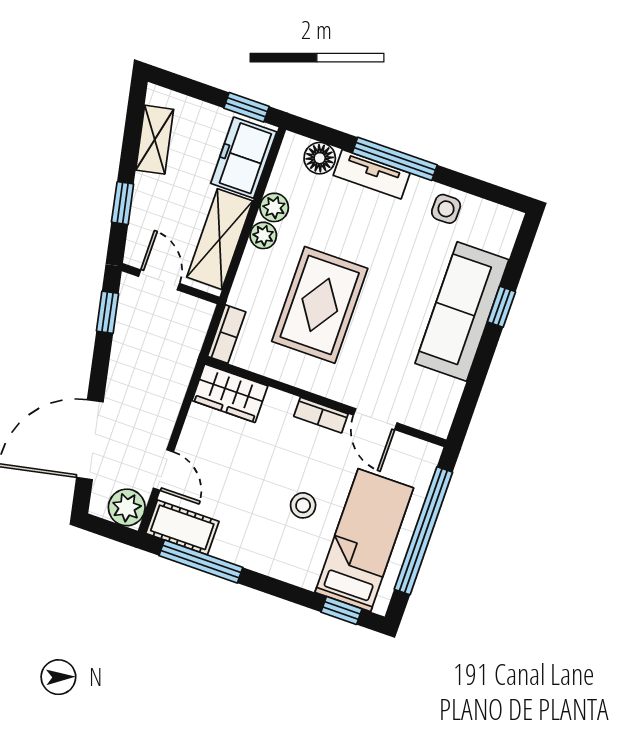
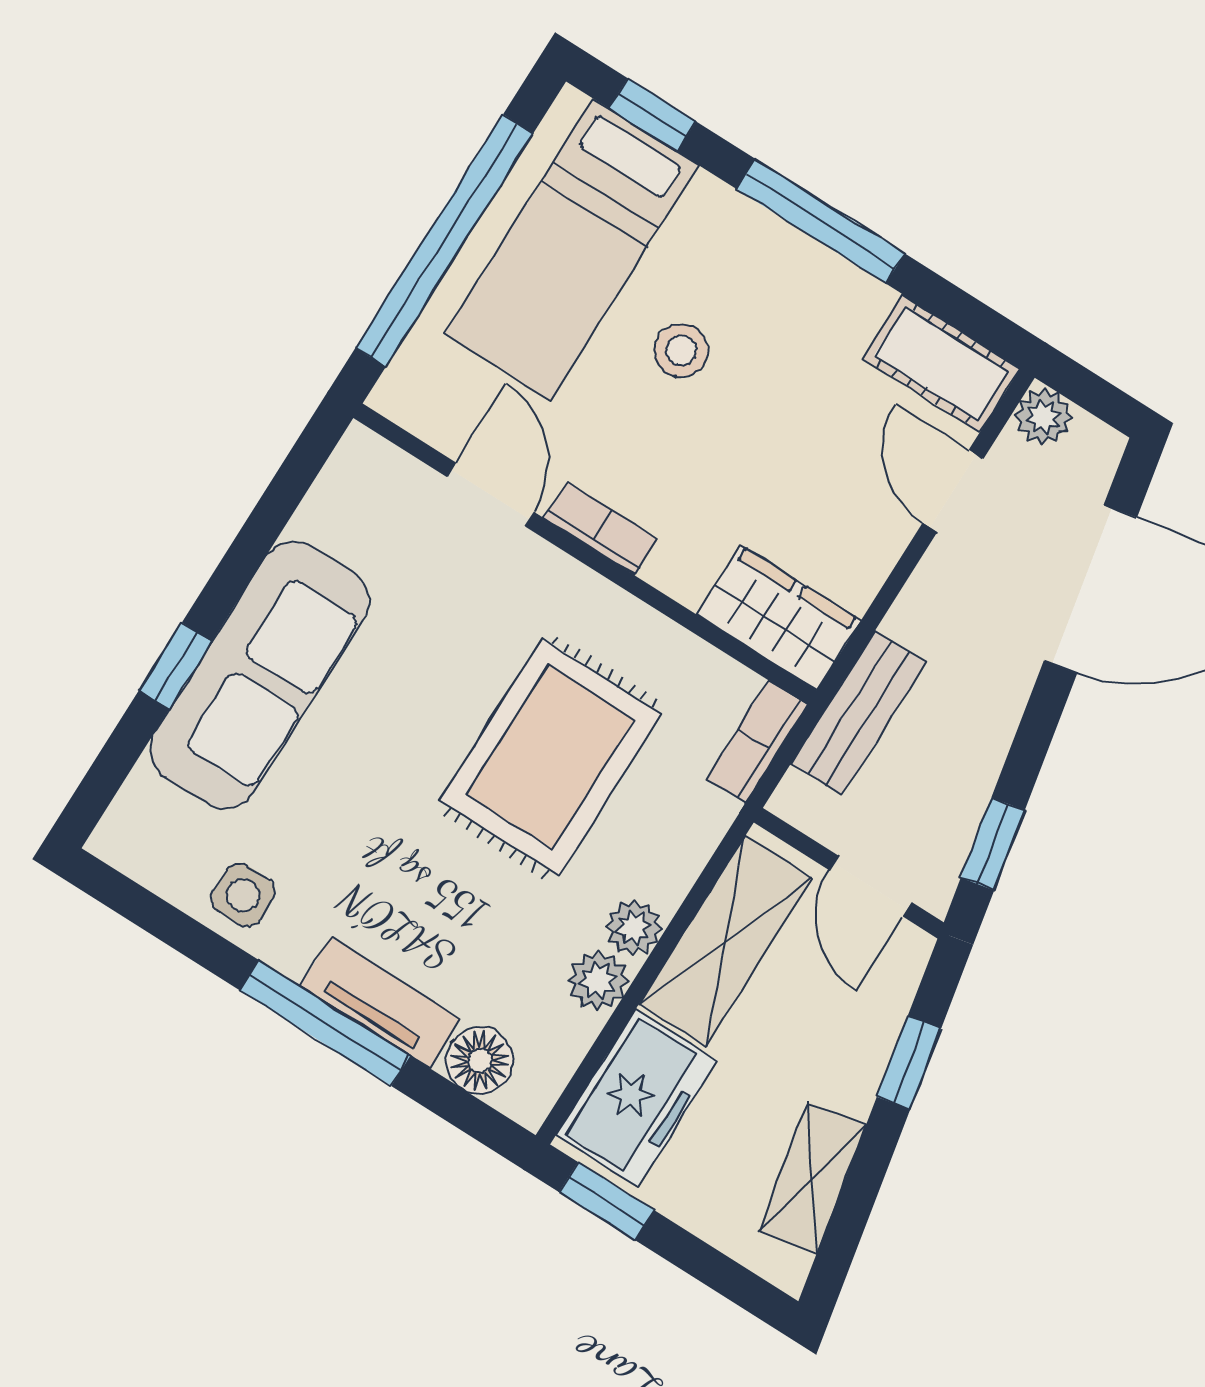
bench: (183, 358) -> (858, 713), added
plant: (127, 507) -> (1044, 417), width x0.73, depth x0.73
window: (201, 561) -> (821, 221), moved

